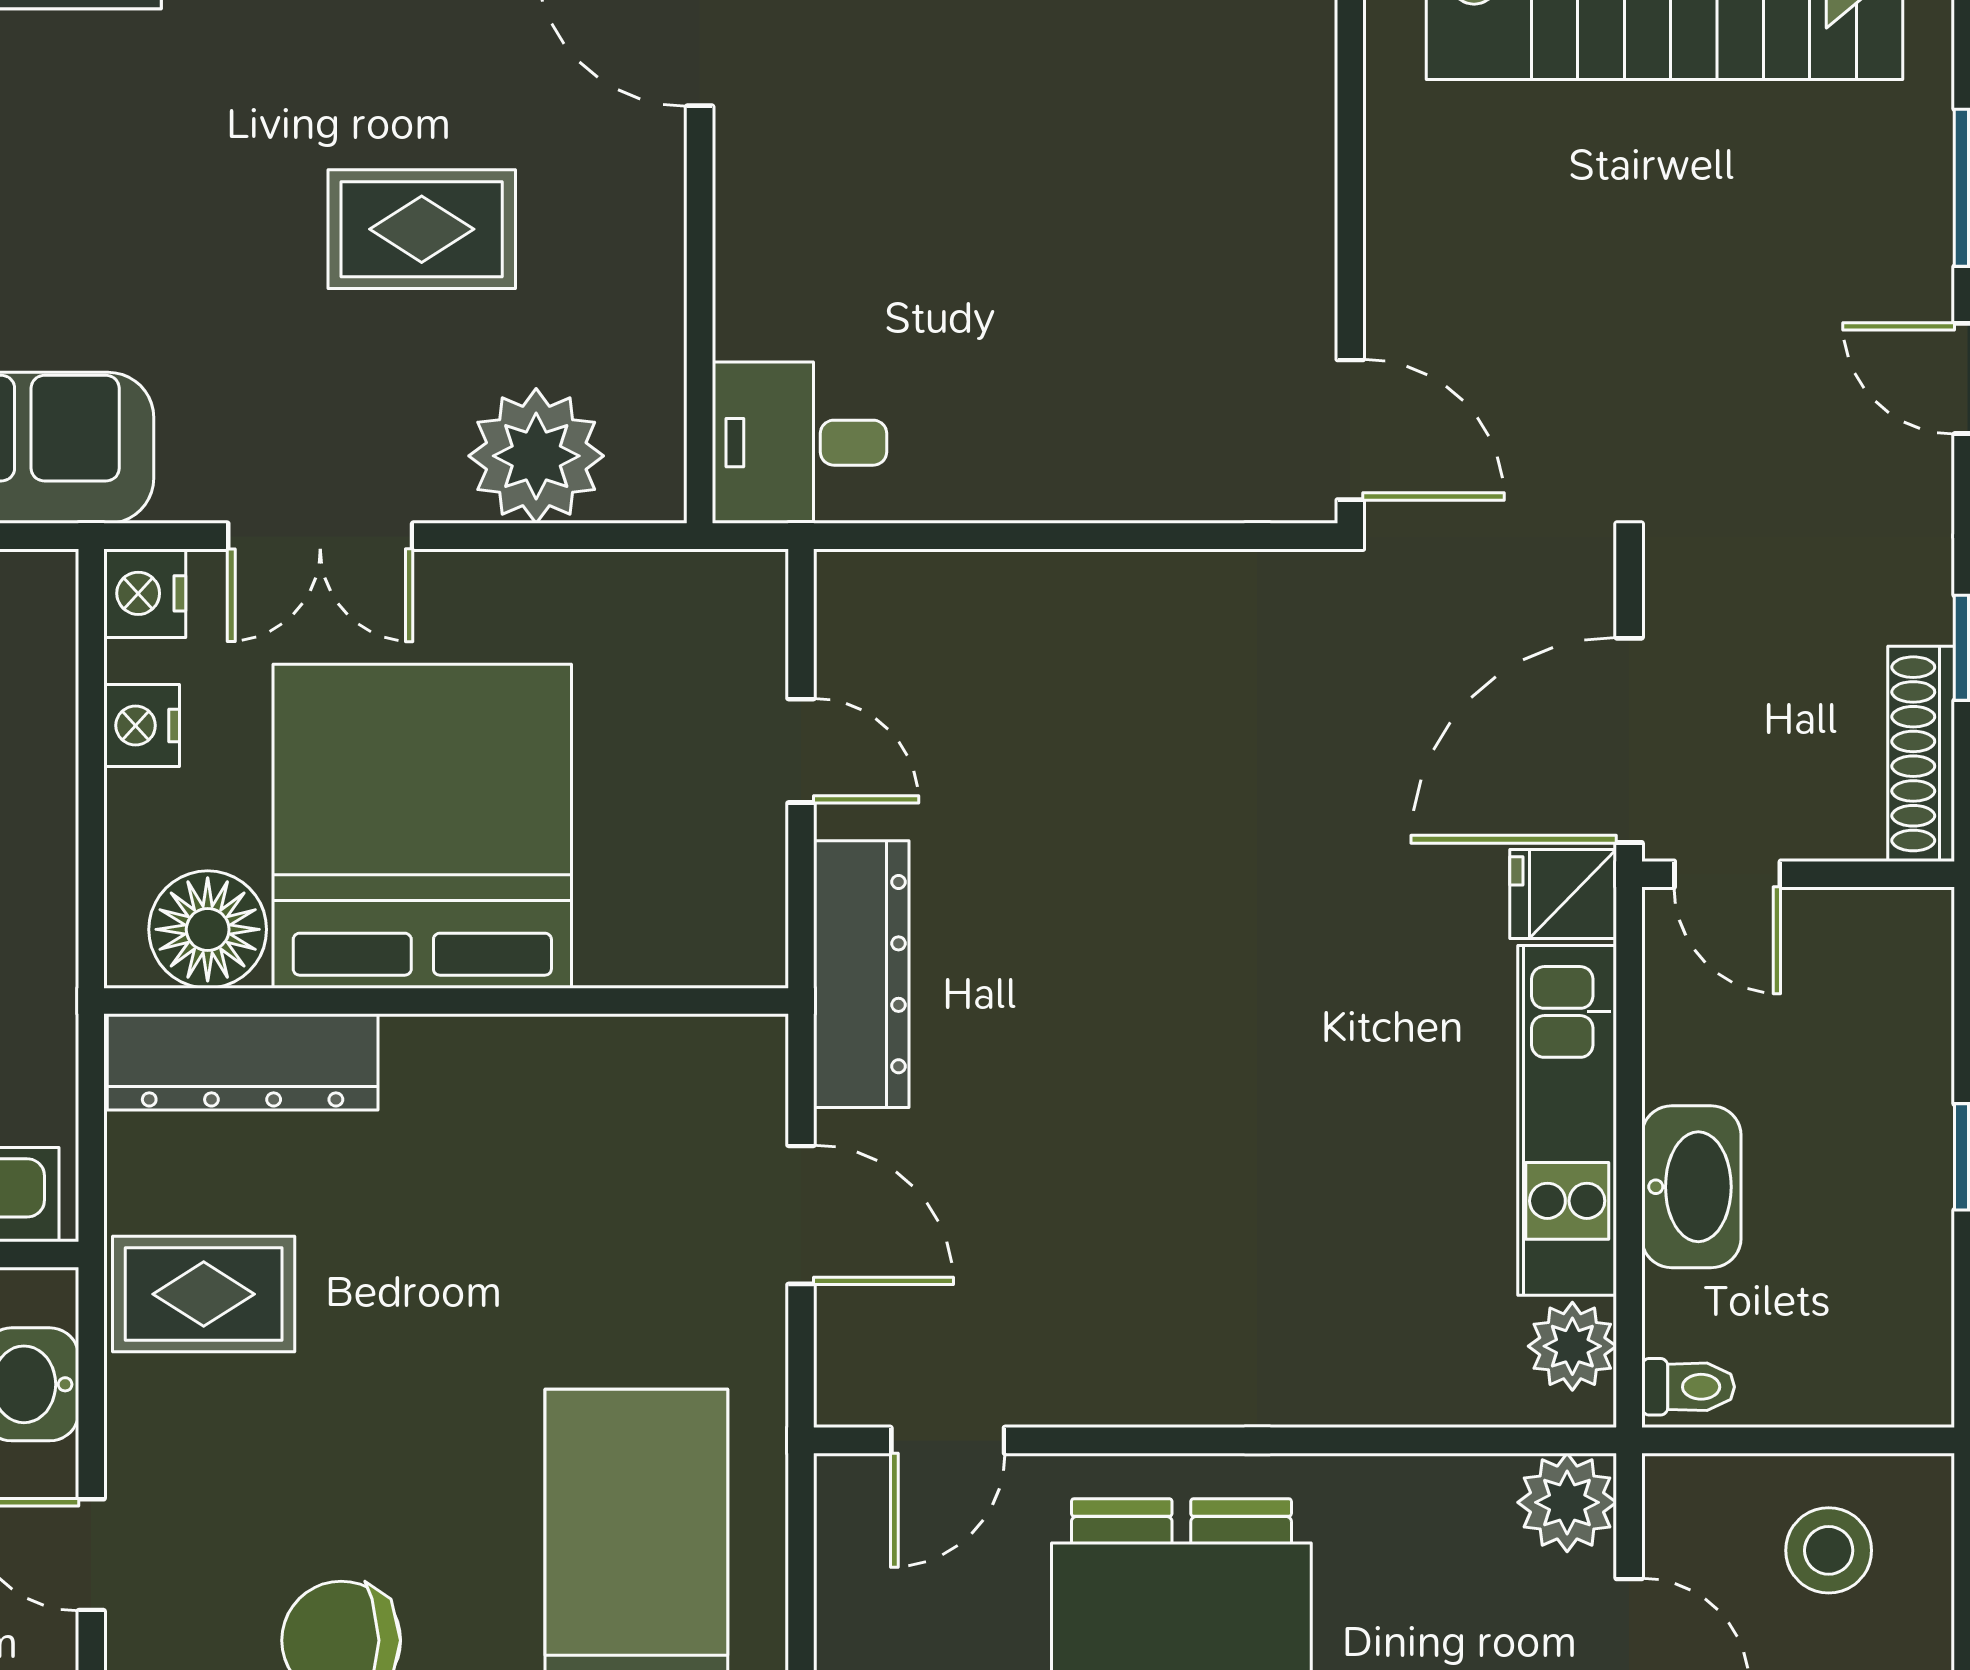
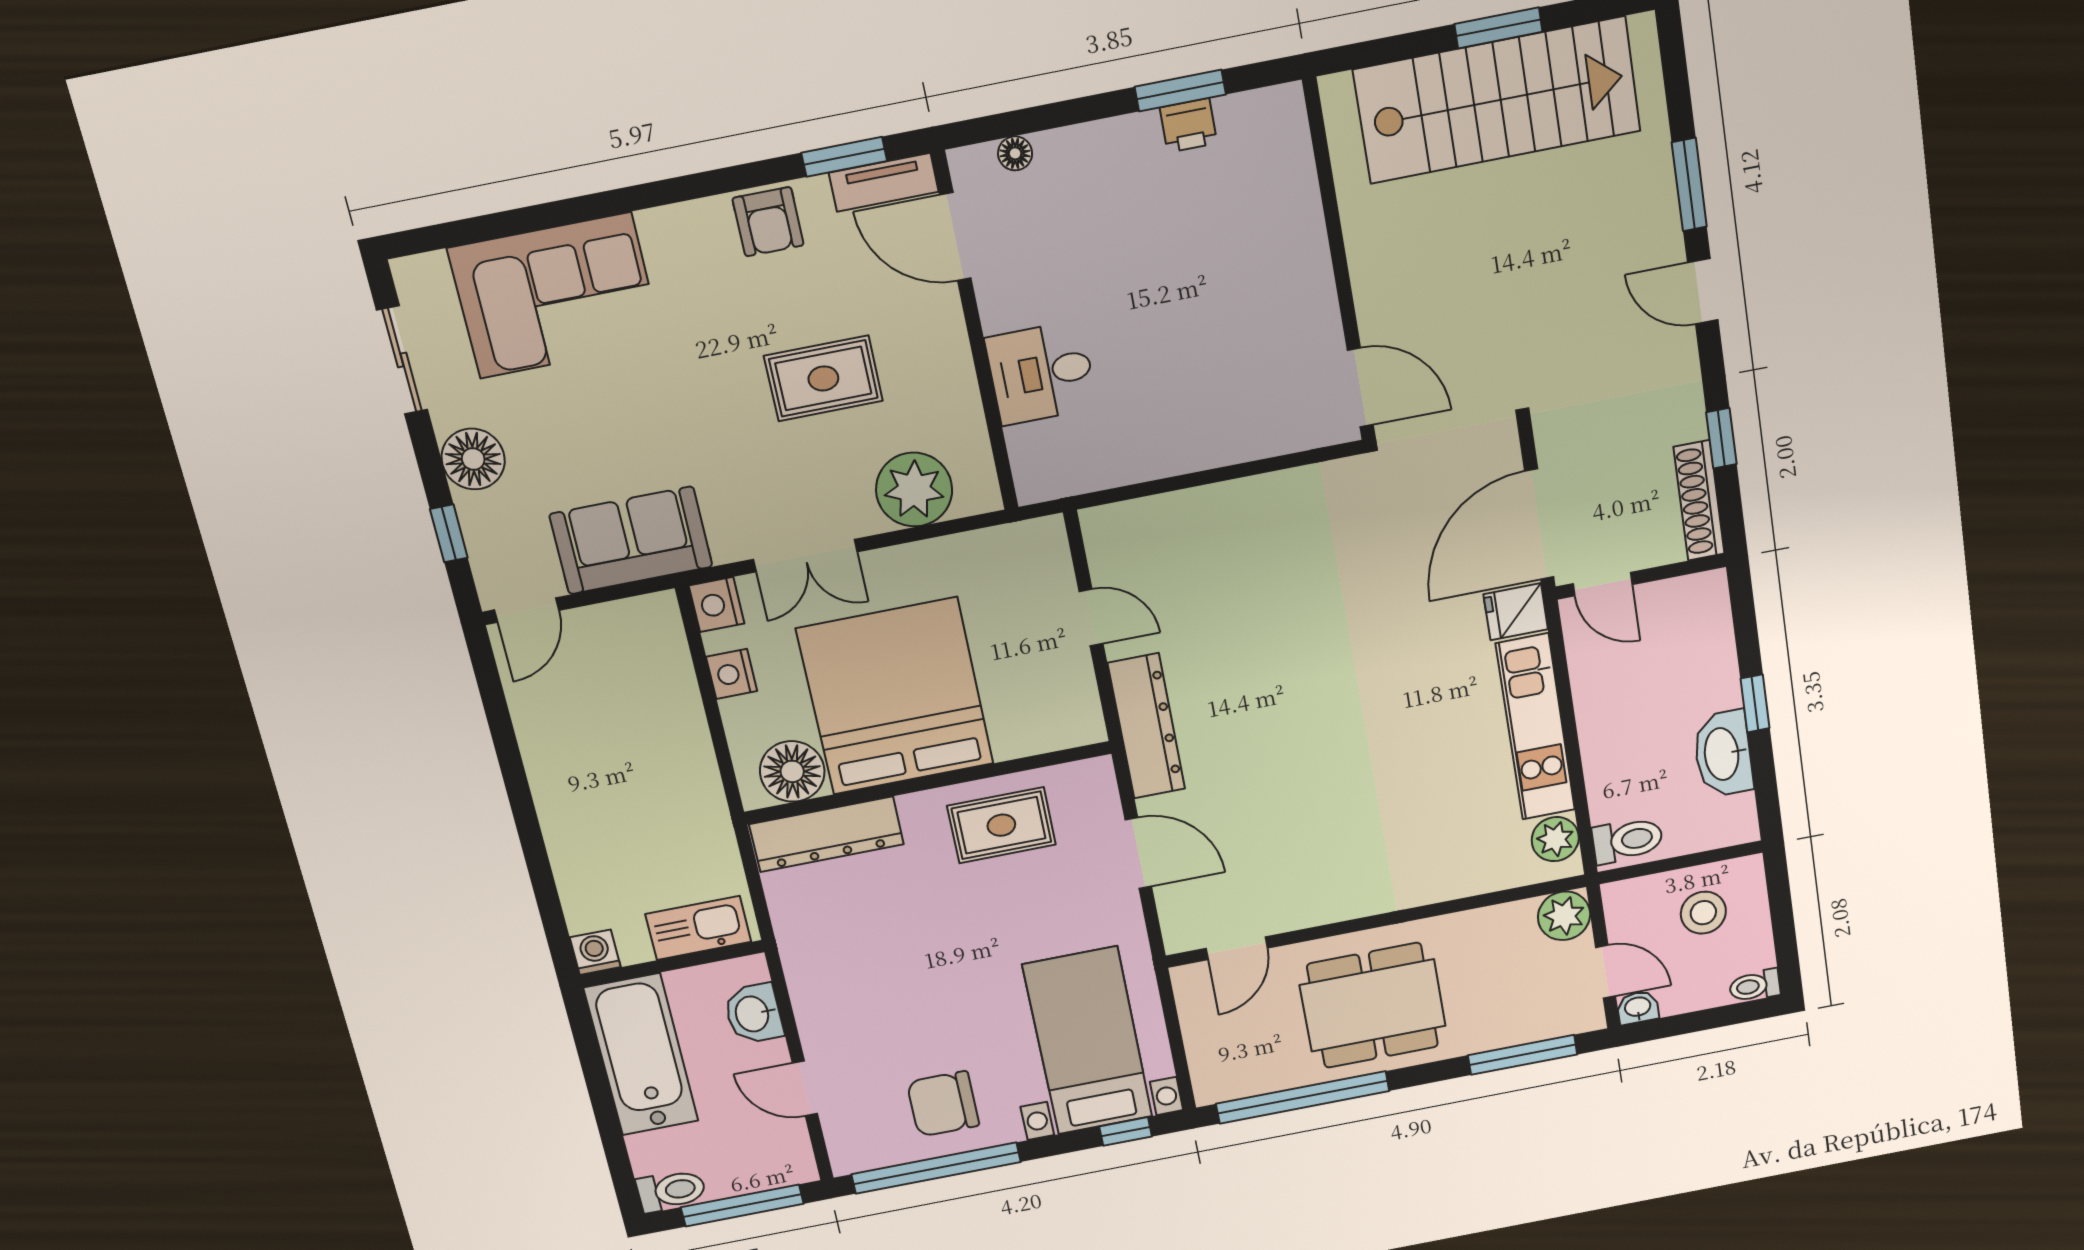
desk: (799, 443) -> (1041, 373), moved
washbasin: (1691, 1187) -> (1723, 754), moved, turned 180
rug: (204, 1294) -> (1001, 825), moved
toilet: (1688, 1387) -> (1628, 840), width x1.37, depth x1.39

